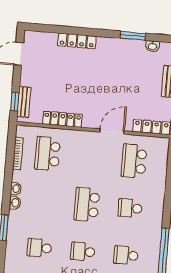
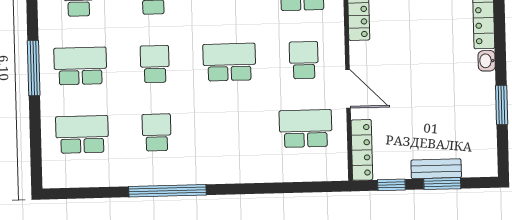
washbasin: (153, 46) -> (487, 61), moved
school desk: (130, 208) -> (304, 60), moved

